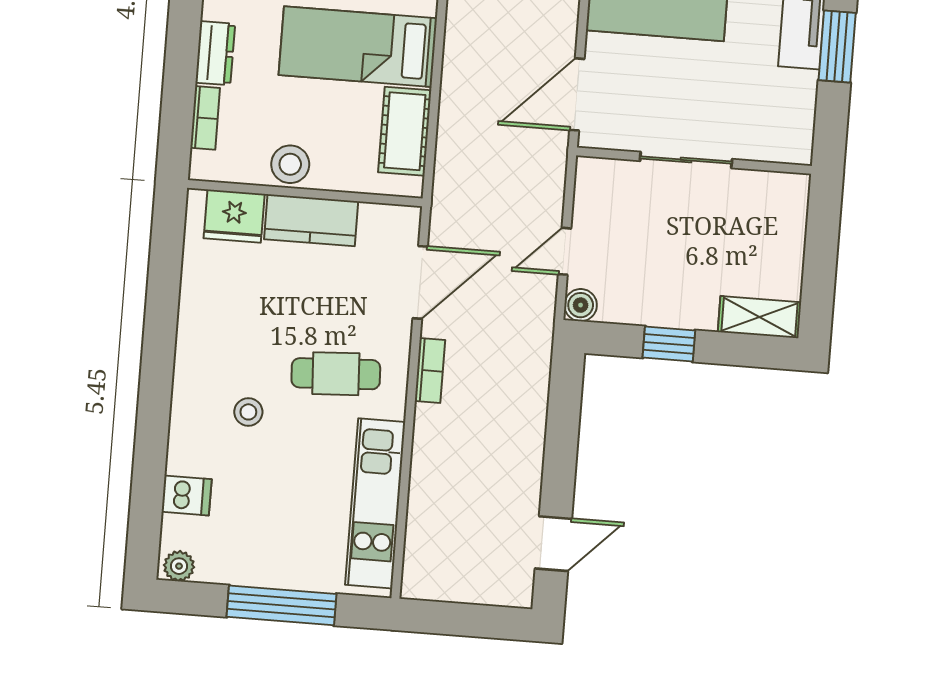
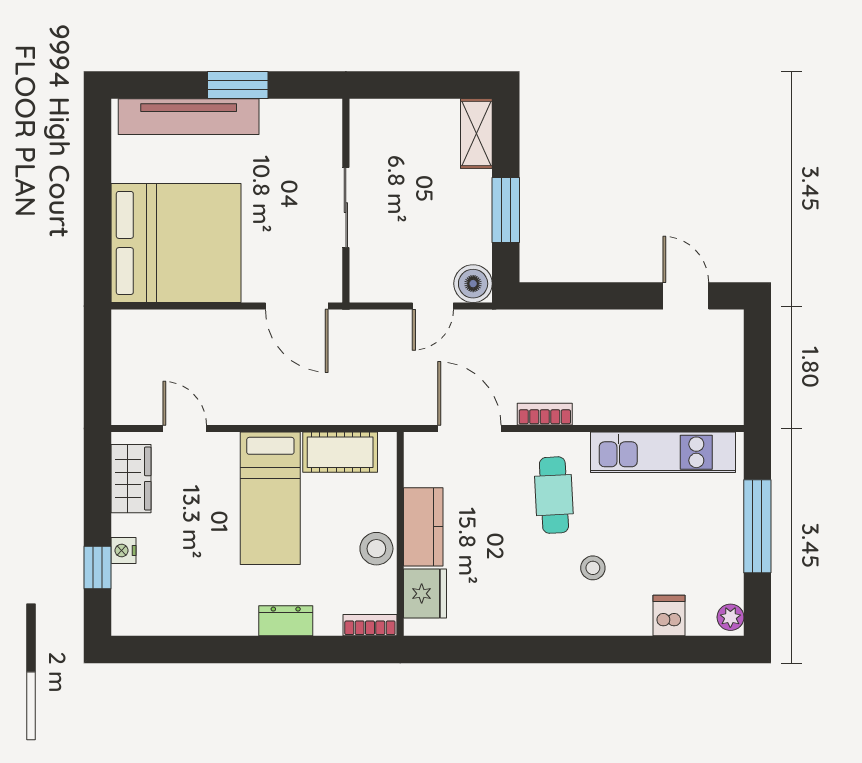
bookcase: (205, 118) -> (370, 625), moved
door: (565, 251) -> (433, 306), hinge flipped
boiler: (581, 305) -> (473, 284), width x1.36, depth x1.36
window: (669, 344) -> (506, 210), width x1.50

